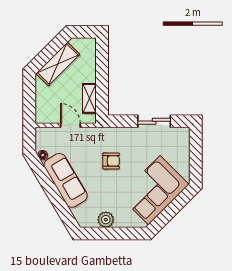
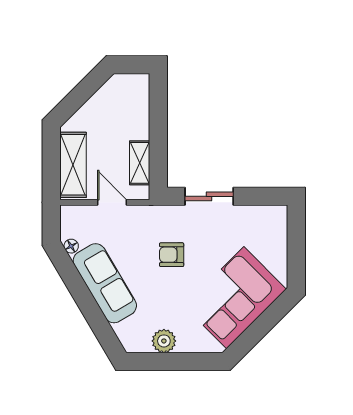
shelving: (58, 64) -> (73, 165), moved, turned -45
sliding door: (154, 121) -> (209, 196), moved
armchair: (111, 161) -> (172, 255), turned 180

